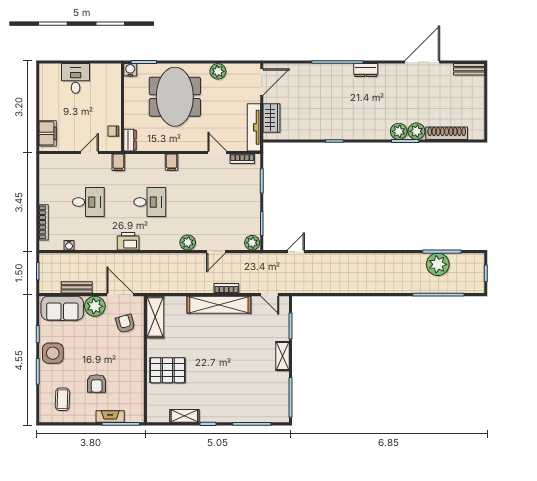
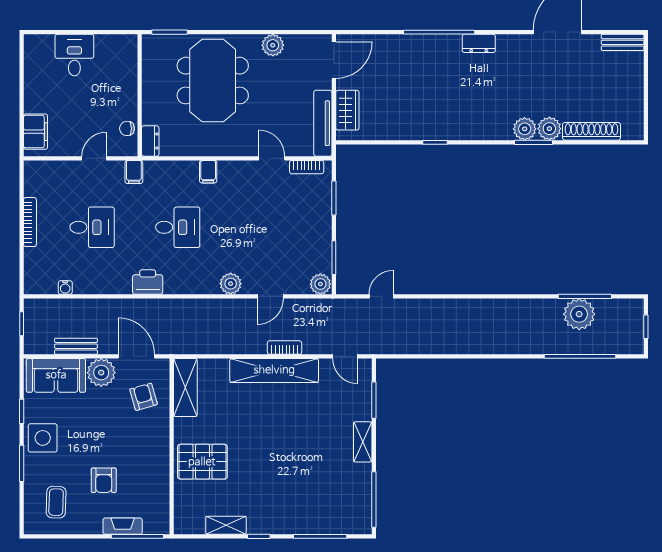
water cooler: (130, 70) -> (151, 43), removed
bookcase: (44, 222) -> (30, 222), moved

